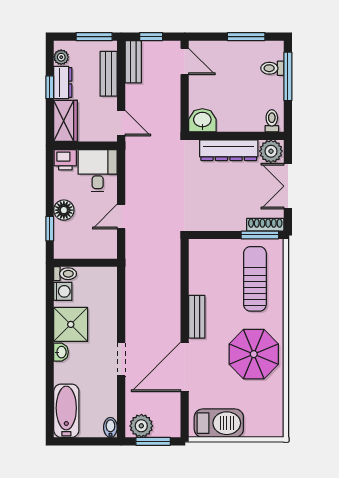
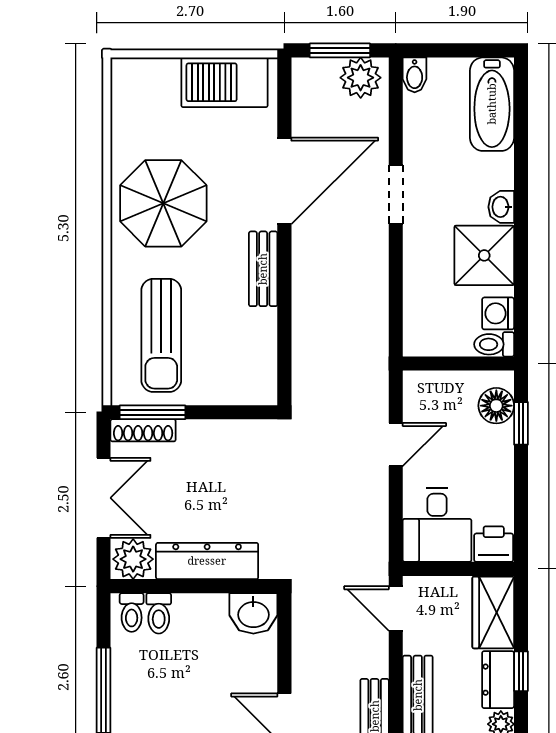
toilet: (272, 68) -> (159, 613), moved, turned 90
floor lamp: (64, 210) -> (496, 406), moved

